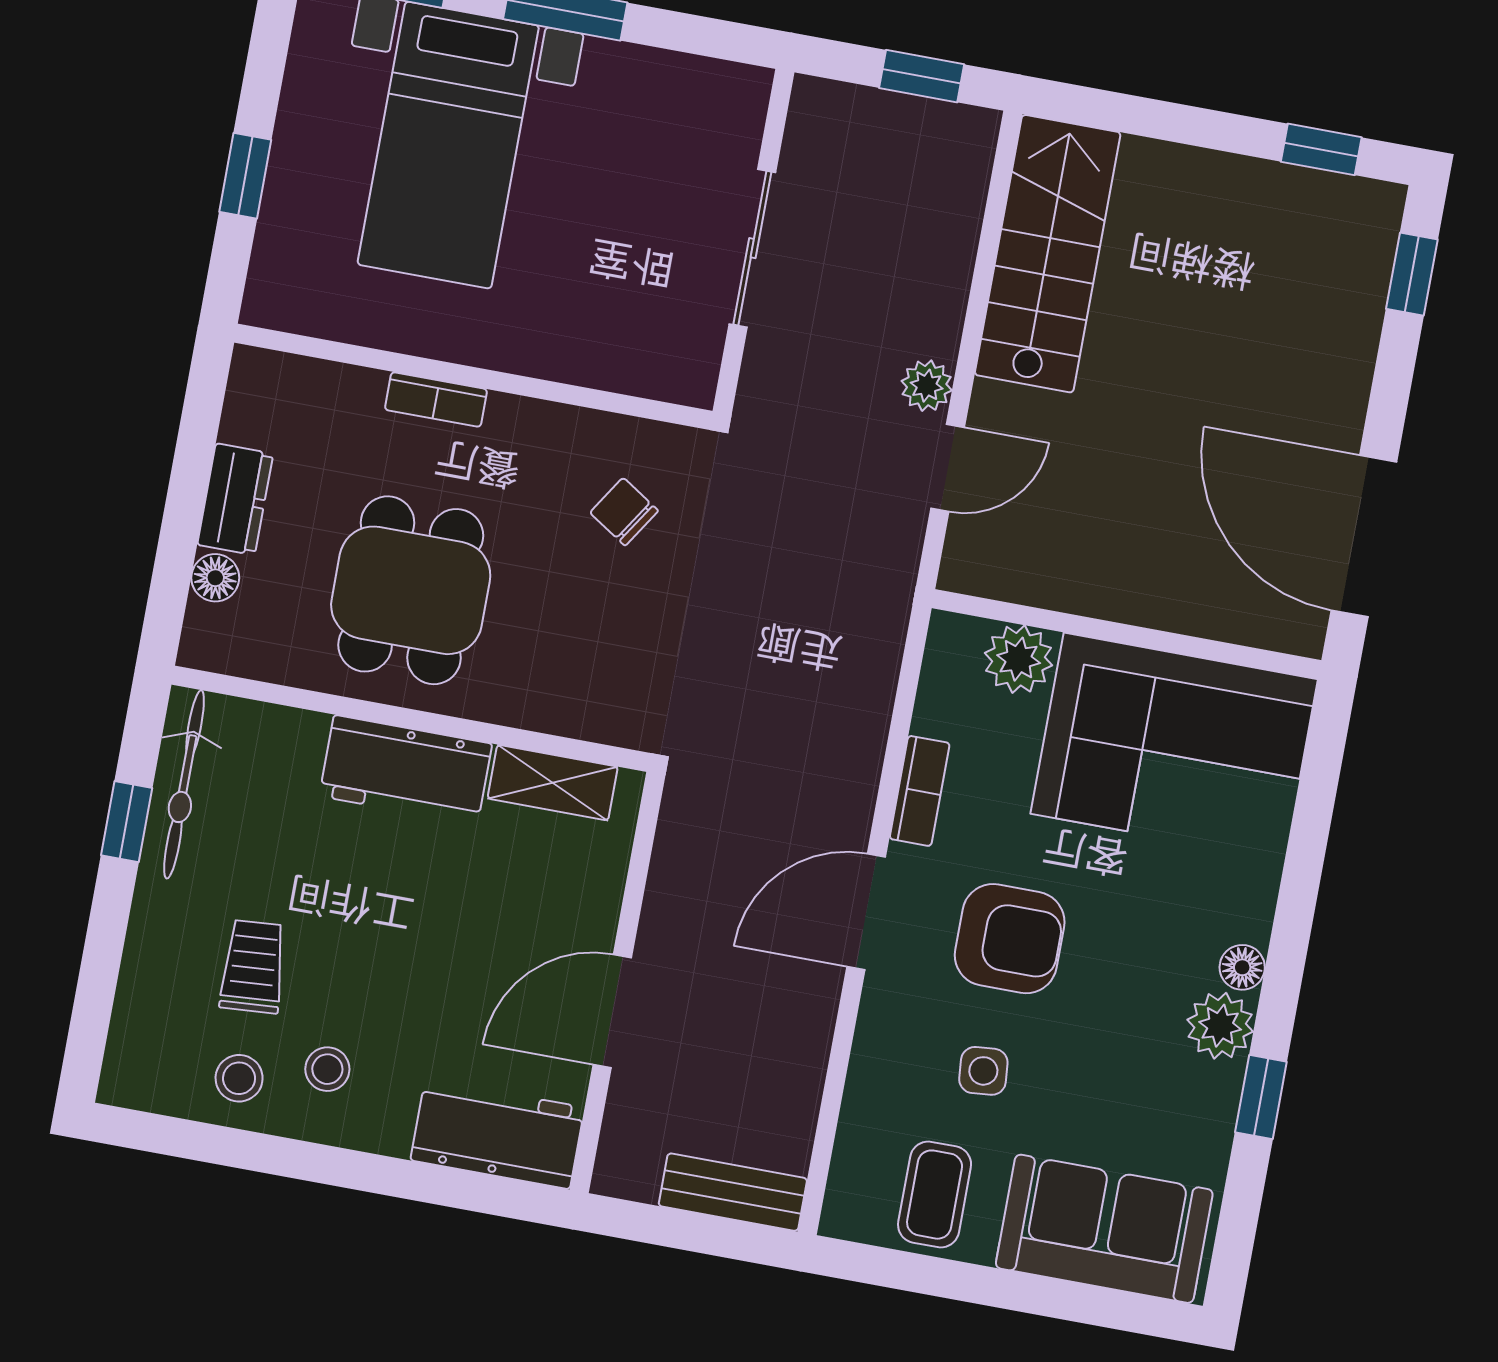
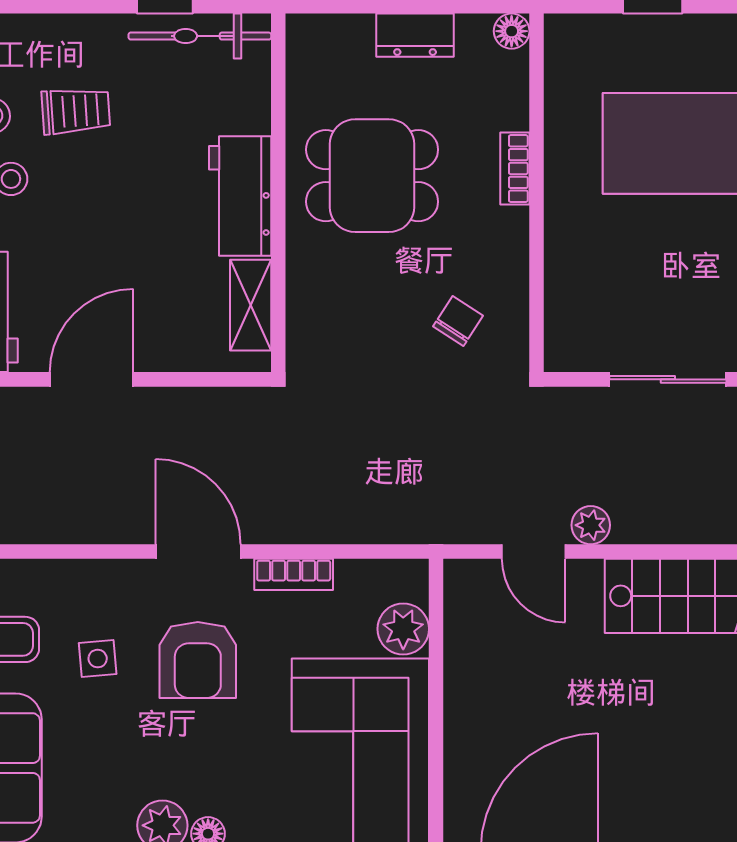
floor lamp: (215, 578) -> (512, 31), moved
door: (612, 1011) -> (91, 379), hinge flipped

